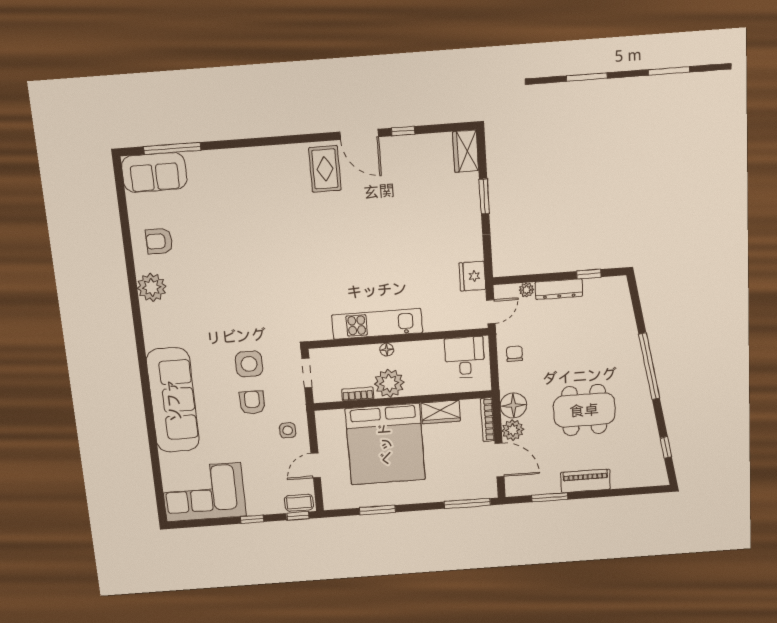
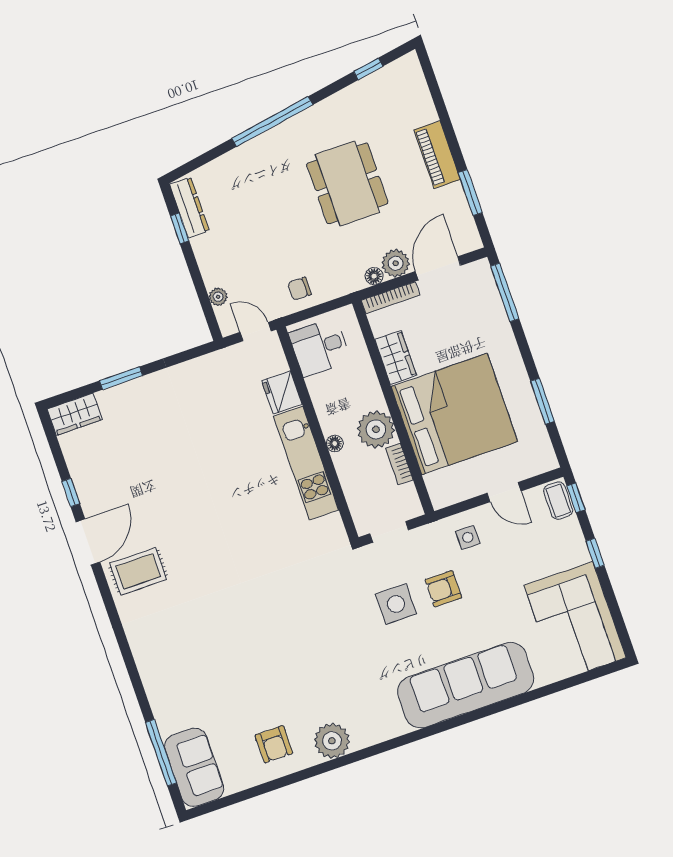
fridge: (472, 276) -> (282, 392), moved, turned 90
dresser: (559, 289) -> (189, 208), moved
floor lamp: (513, 405) -> (374, 276), width x0.53, depth x0.53

